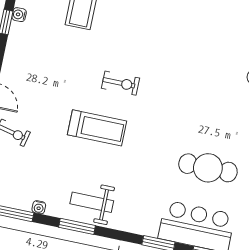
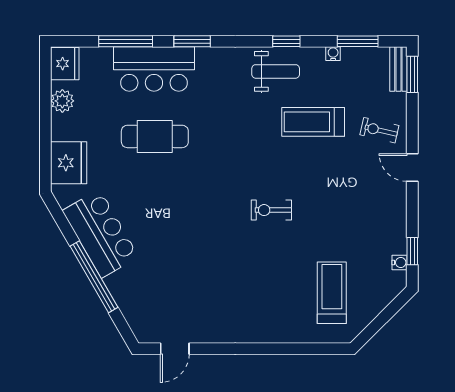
treadmill: (97, 128) -> (313, 122), moved
window: (77, 226) -> (286, 41), width x0.67

